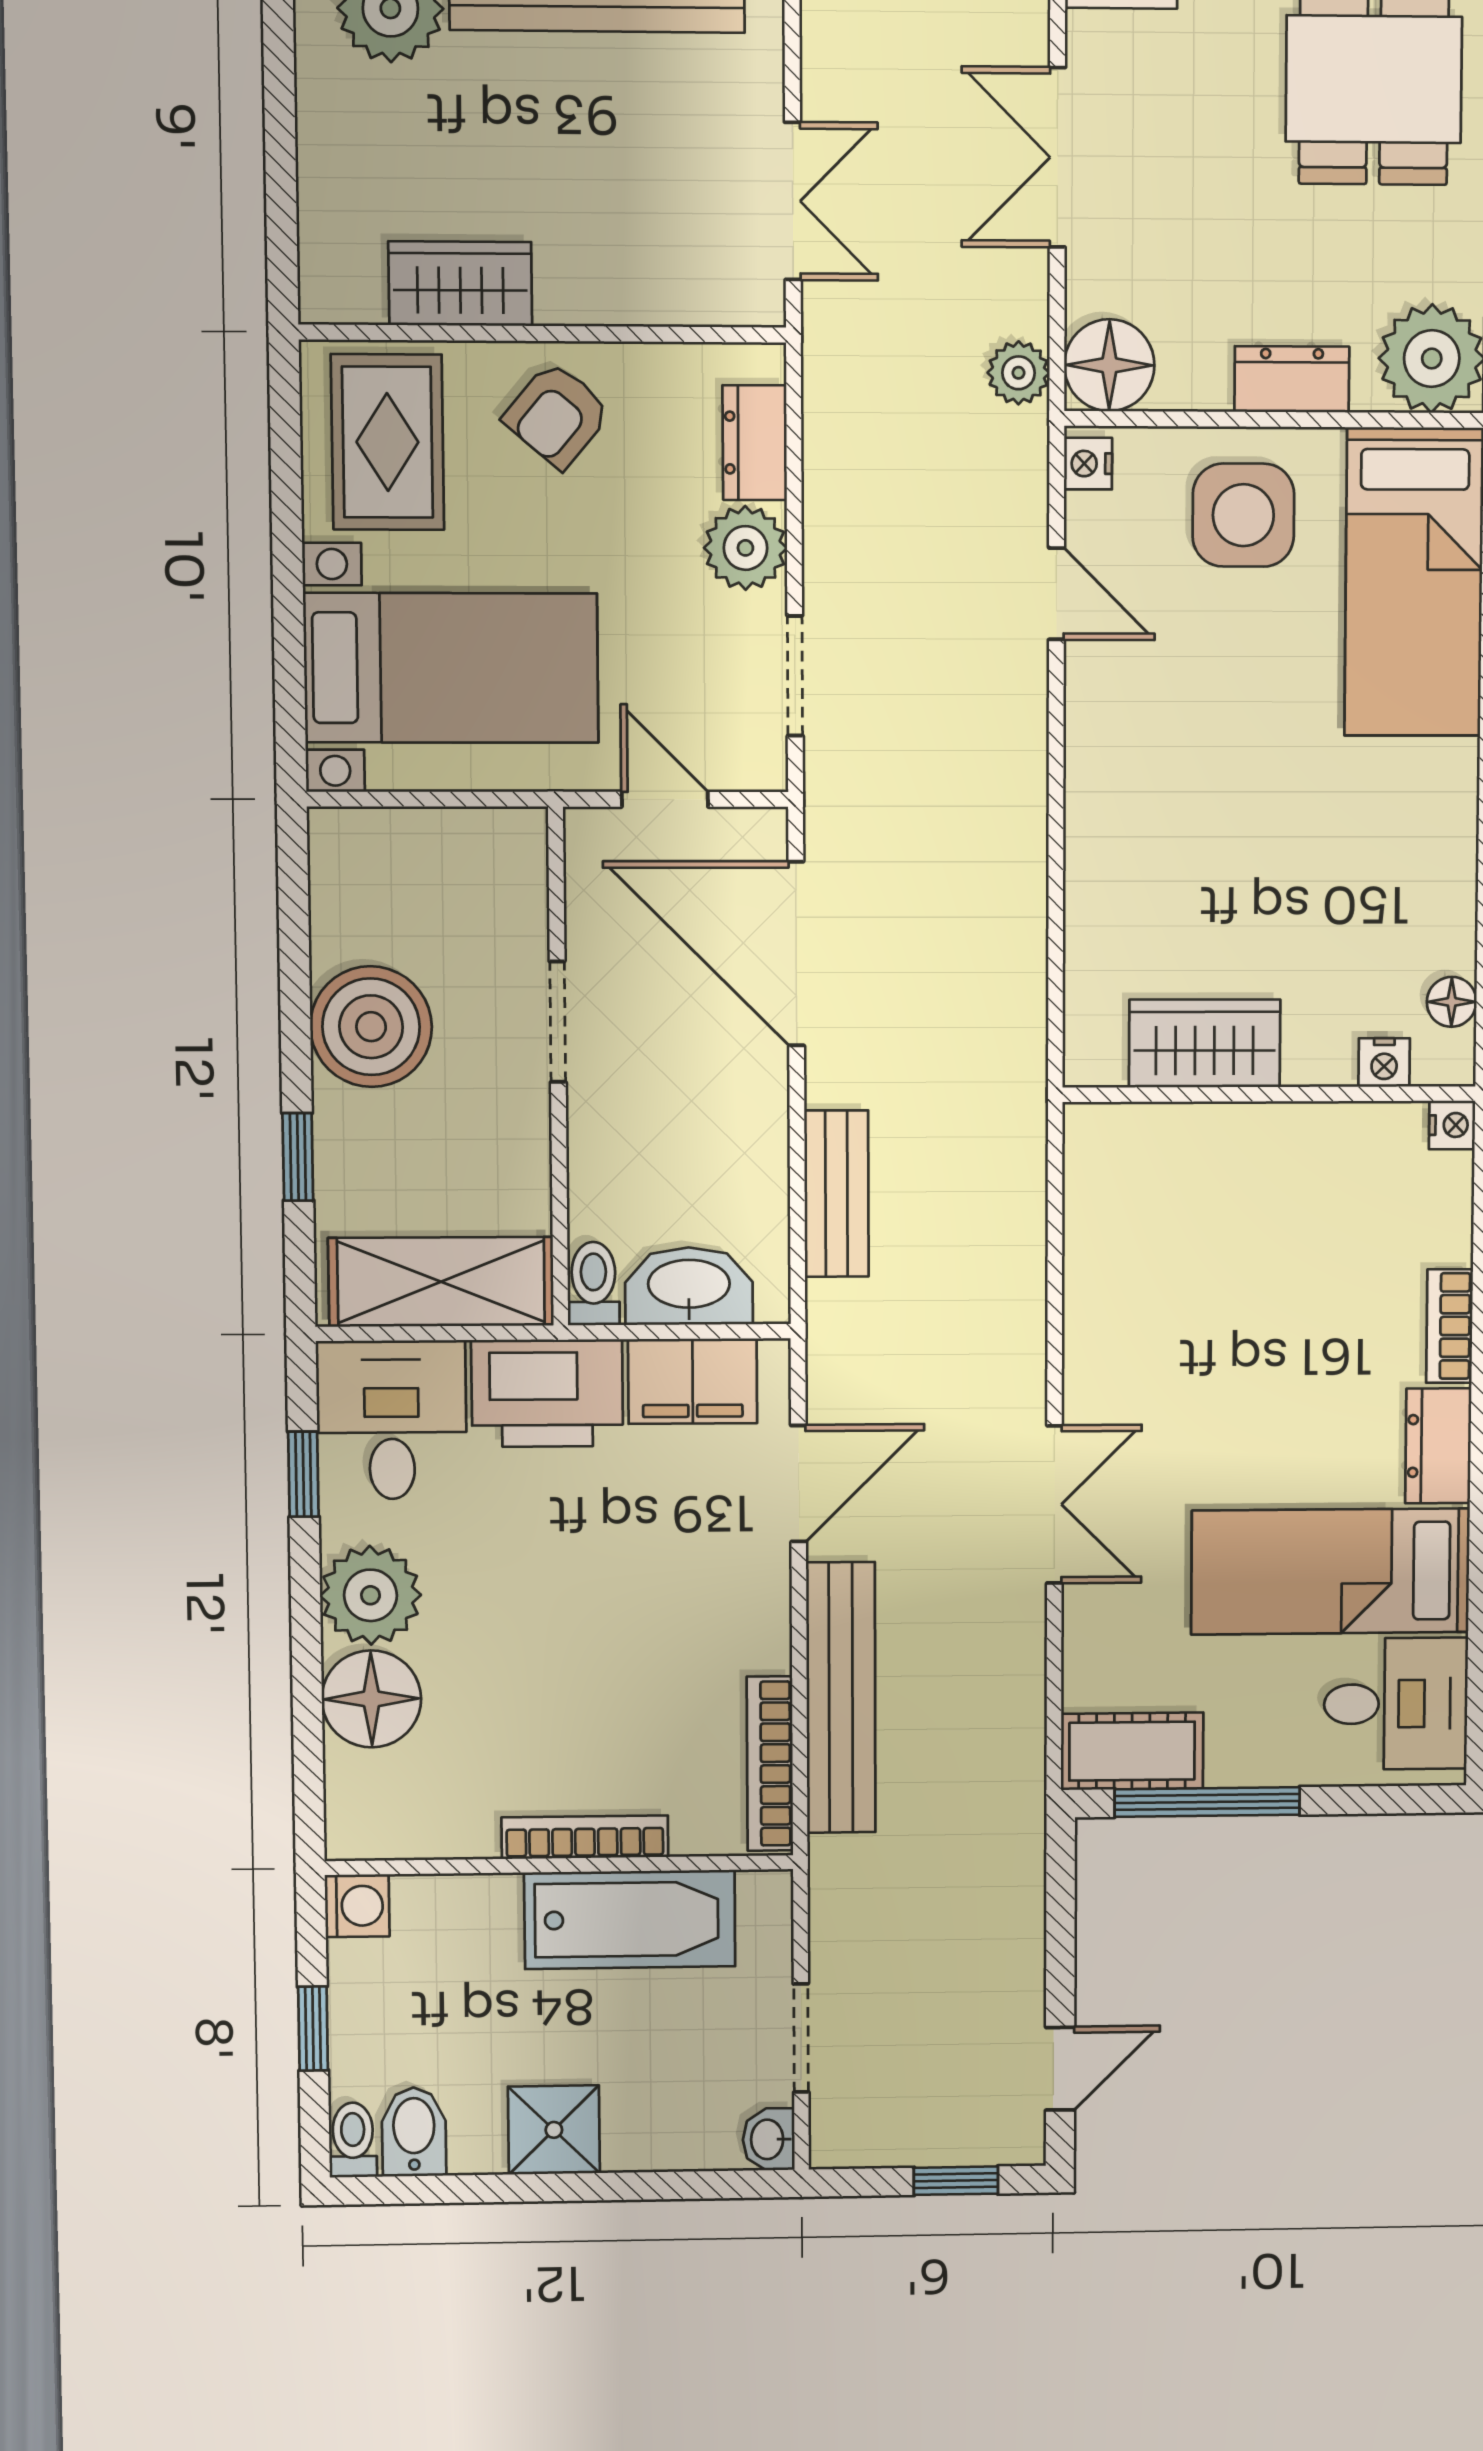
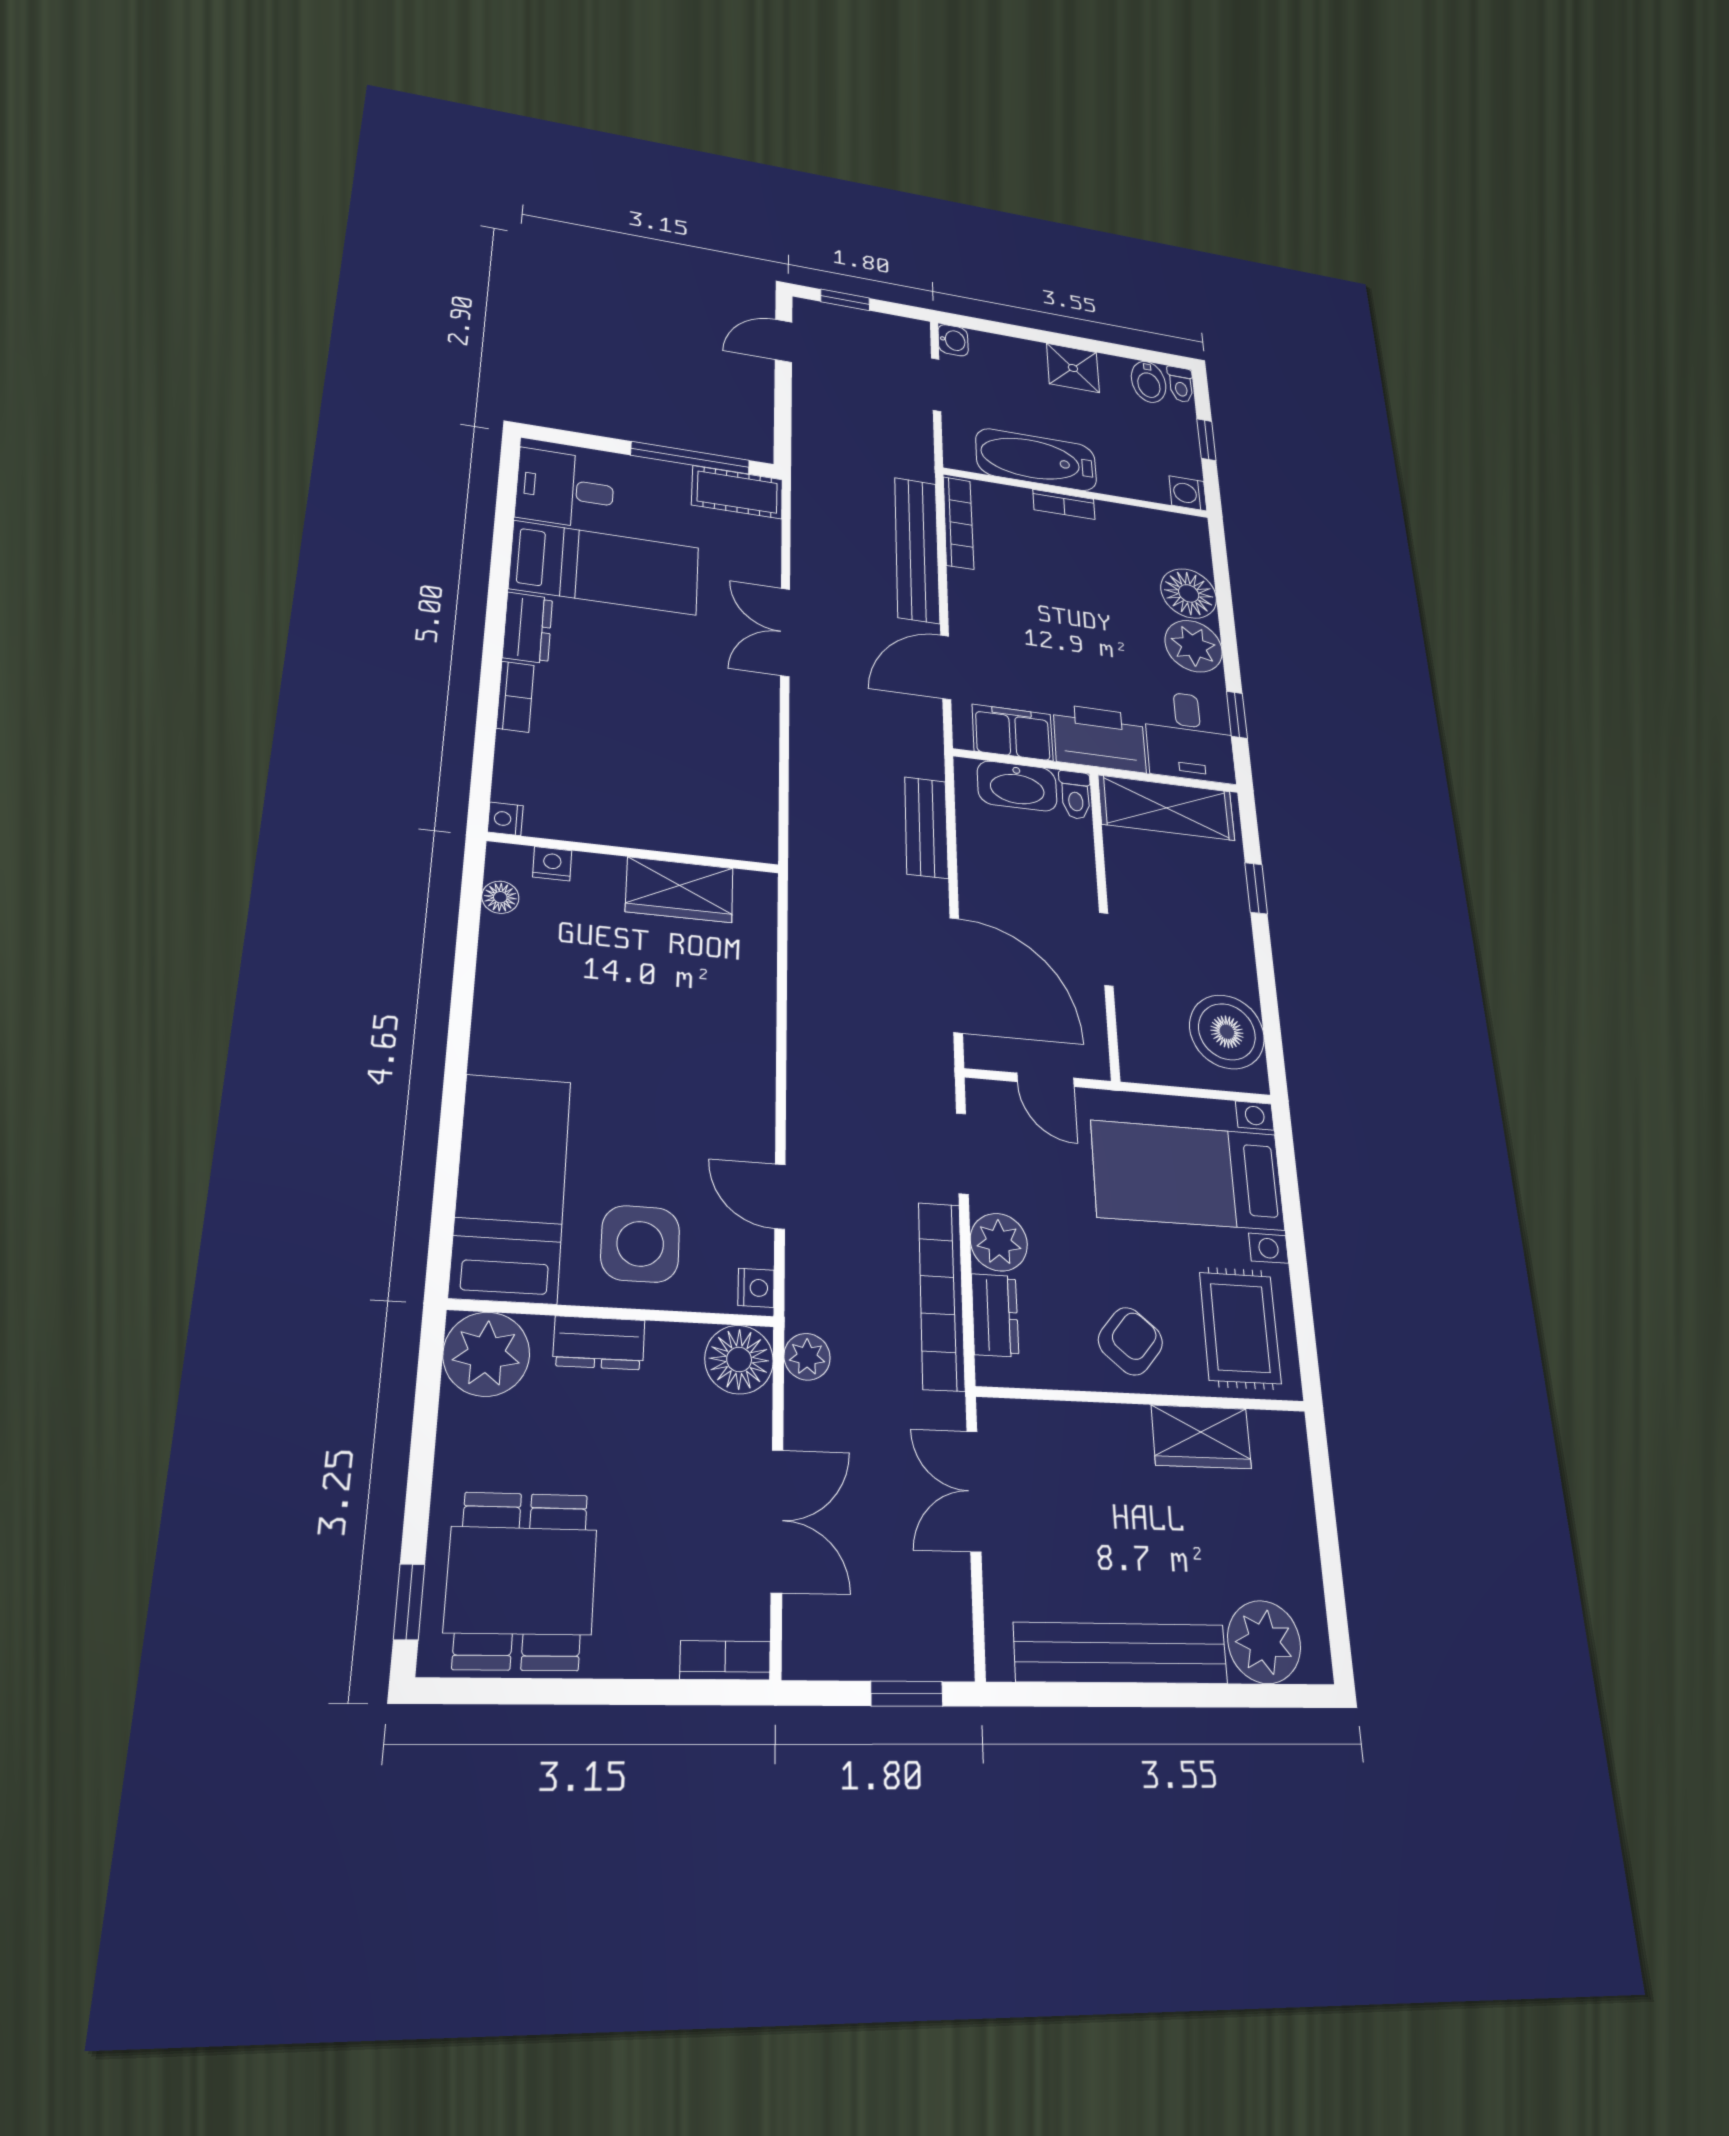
bookcase: (831, 466) -> (941, 1296), added
boiler: (371, 1027) -> (1227, 1032), moved
bookcase: (585, 1837) -> (1064, 504), width x0.64

